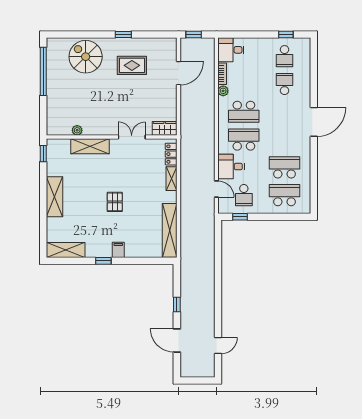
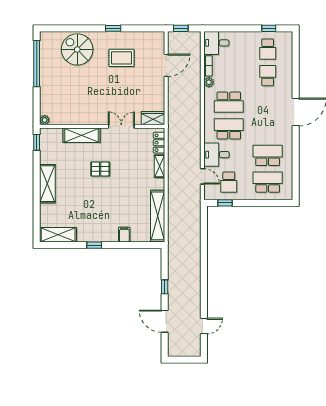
plant: (77, 130) -> (45, 120), moved
pallet: (115, 202) -> (100, 169), moved, turned 90
filing cabinet: (118, 250) -> (124, 235), moved

